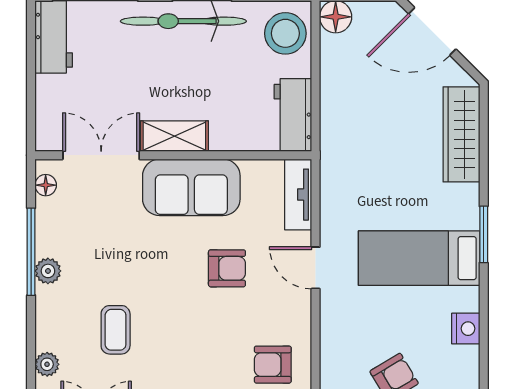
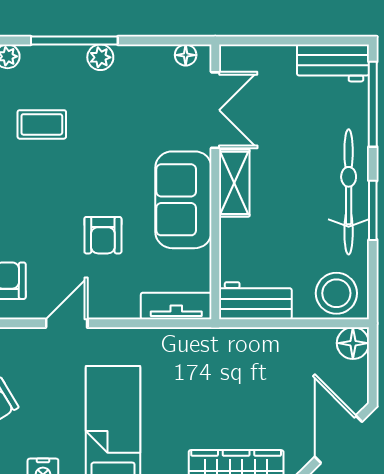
window: (31, 252) -> (74, 40), moved
door: (316, 268) -> (67, 323), moved

